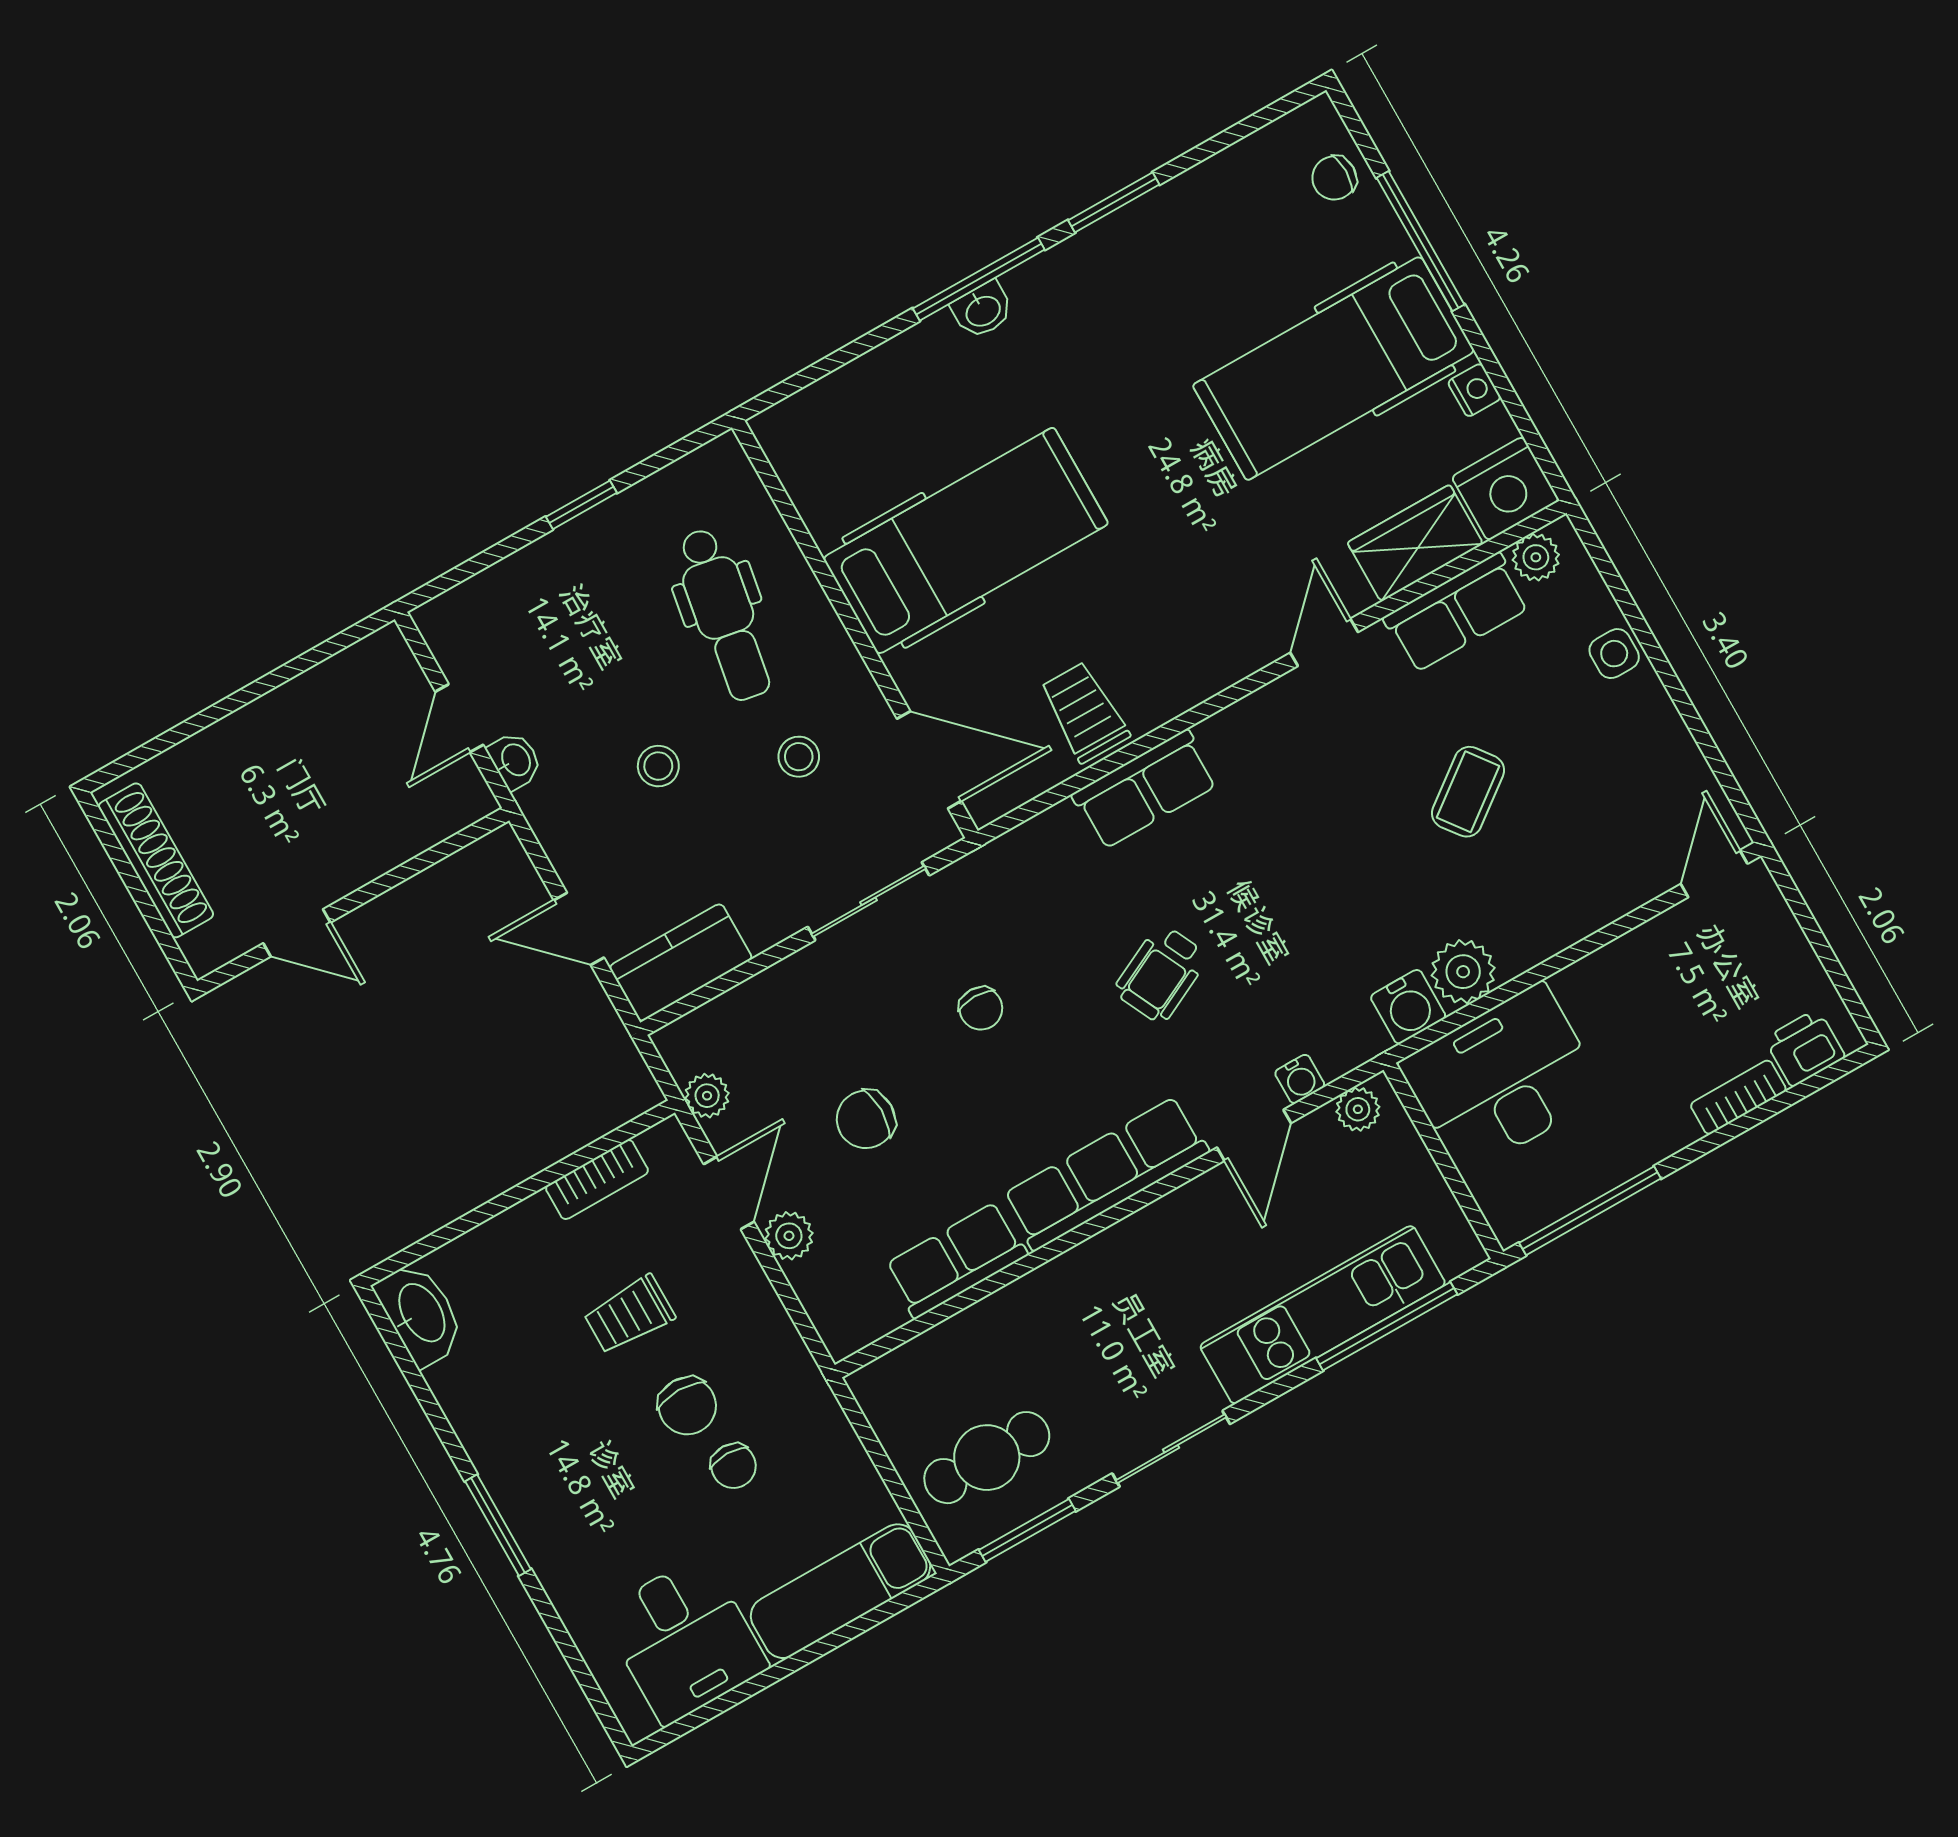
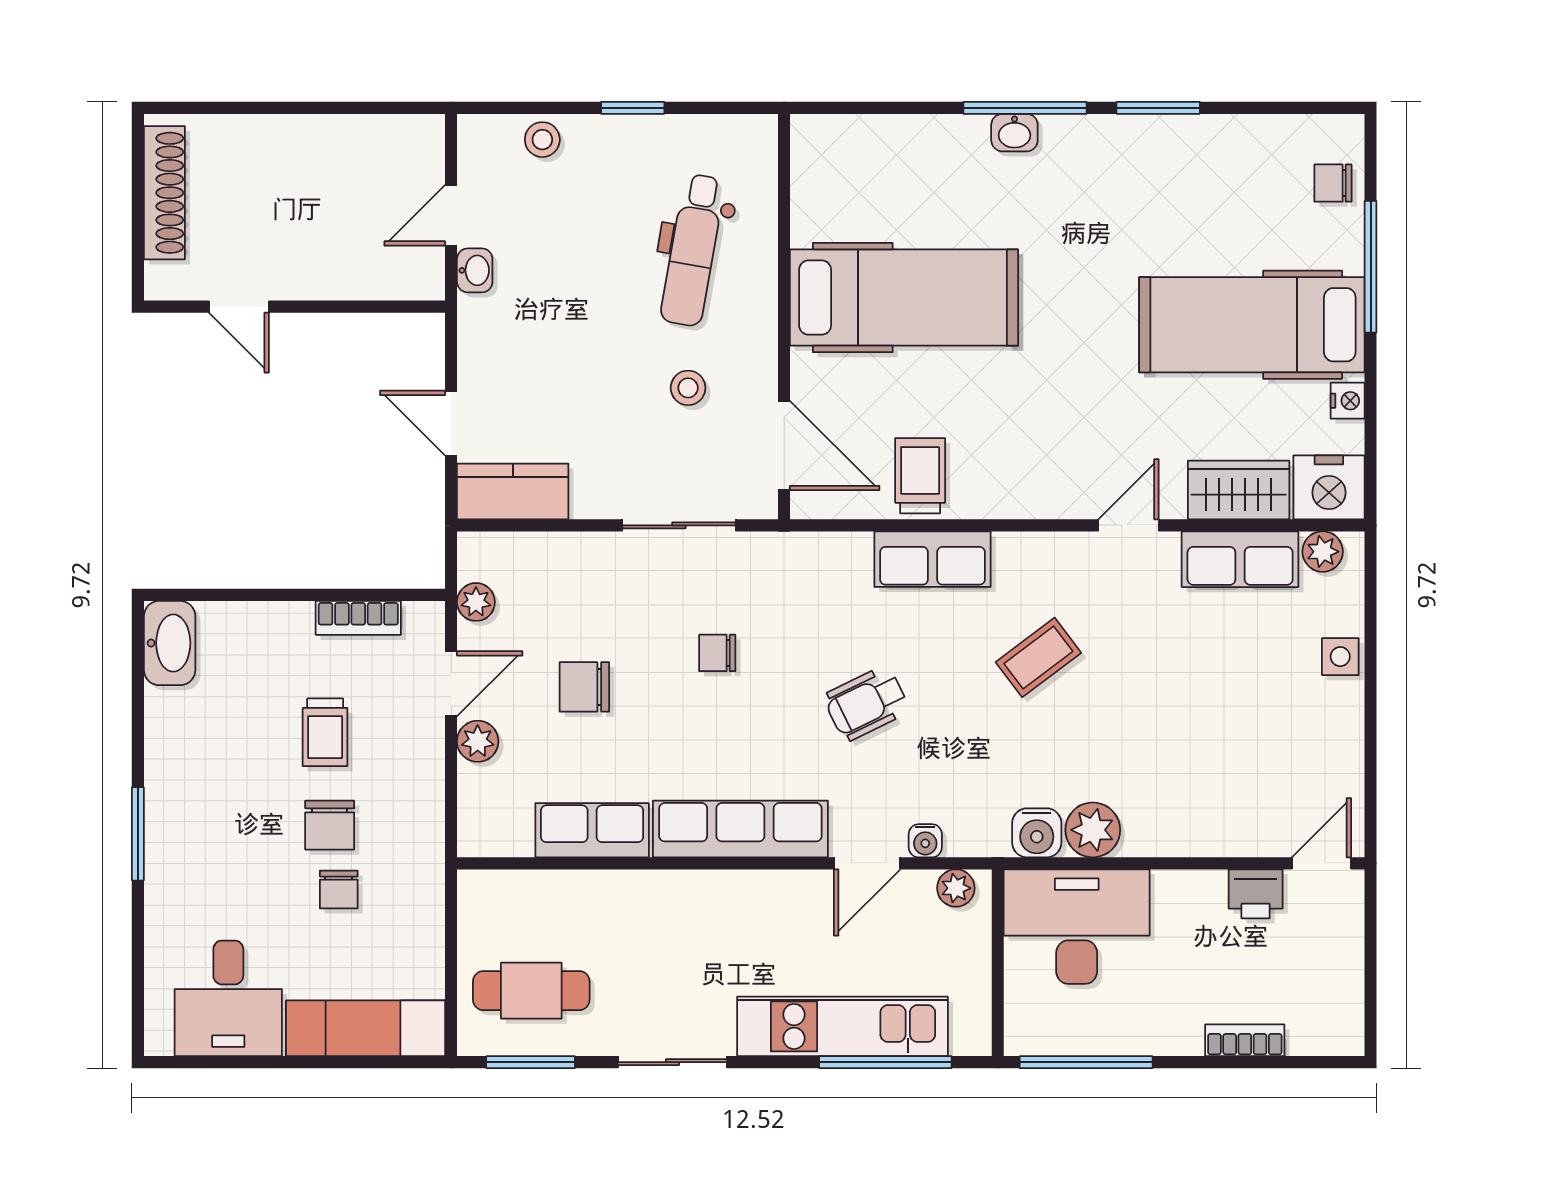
stool: (658, 766) -> (542, 140), moved
coffee table: (1468, 792) -> (1038, 657), moved
chair: (981, 1008) -> (717, 653), turned 90
printer: (1805, 1048) -> (1256, 894), moved, turned 180
trolley: (629, 1315) -> (325, 732), turned -90

